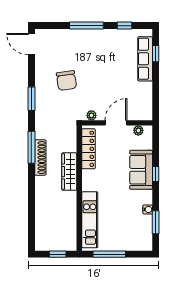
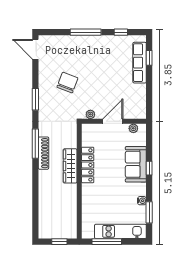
chair: (66, 80) -> (67, 83), turned -151
locker: (88, 149) -> (88, 165), moved
kitchen unit: (90, 220) -> (120, 231), moved, turned -90

